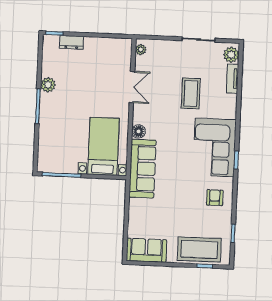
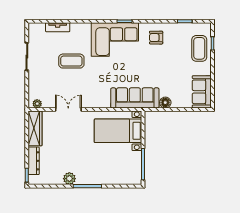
dresser: (71, 42) -> (34, 161), width x1.44
wardrobe: (111, 46) -> (35, 128), added
plant: (231, 55) -> (38, 29), removed
floor lamp: (139, 131) -> (165, 103), moved
coffee table: (199, 249) -> (199, 48), width x0.73, depth x0.76

